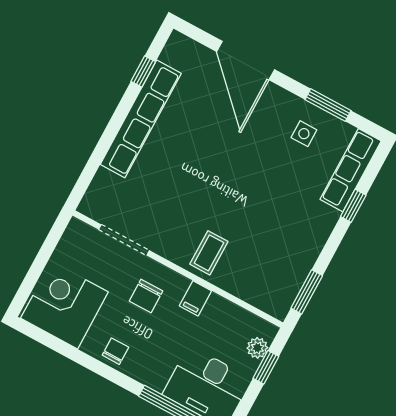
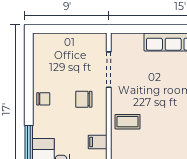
filing cabinet: (195, 298) -> (98, 142), moved
corner desk: (64, 305) -> (54, 56), removed

